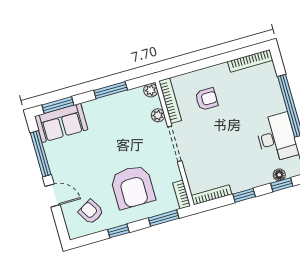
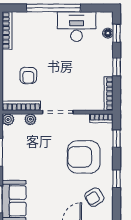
armchair: (206, 99) -> (28, 75), turned 180
armchair: (133, 187) -> (84, 157), turned 180
window: (164, 218) -> (117, 139), width x0.67

